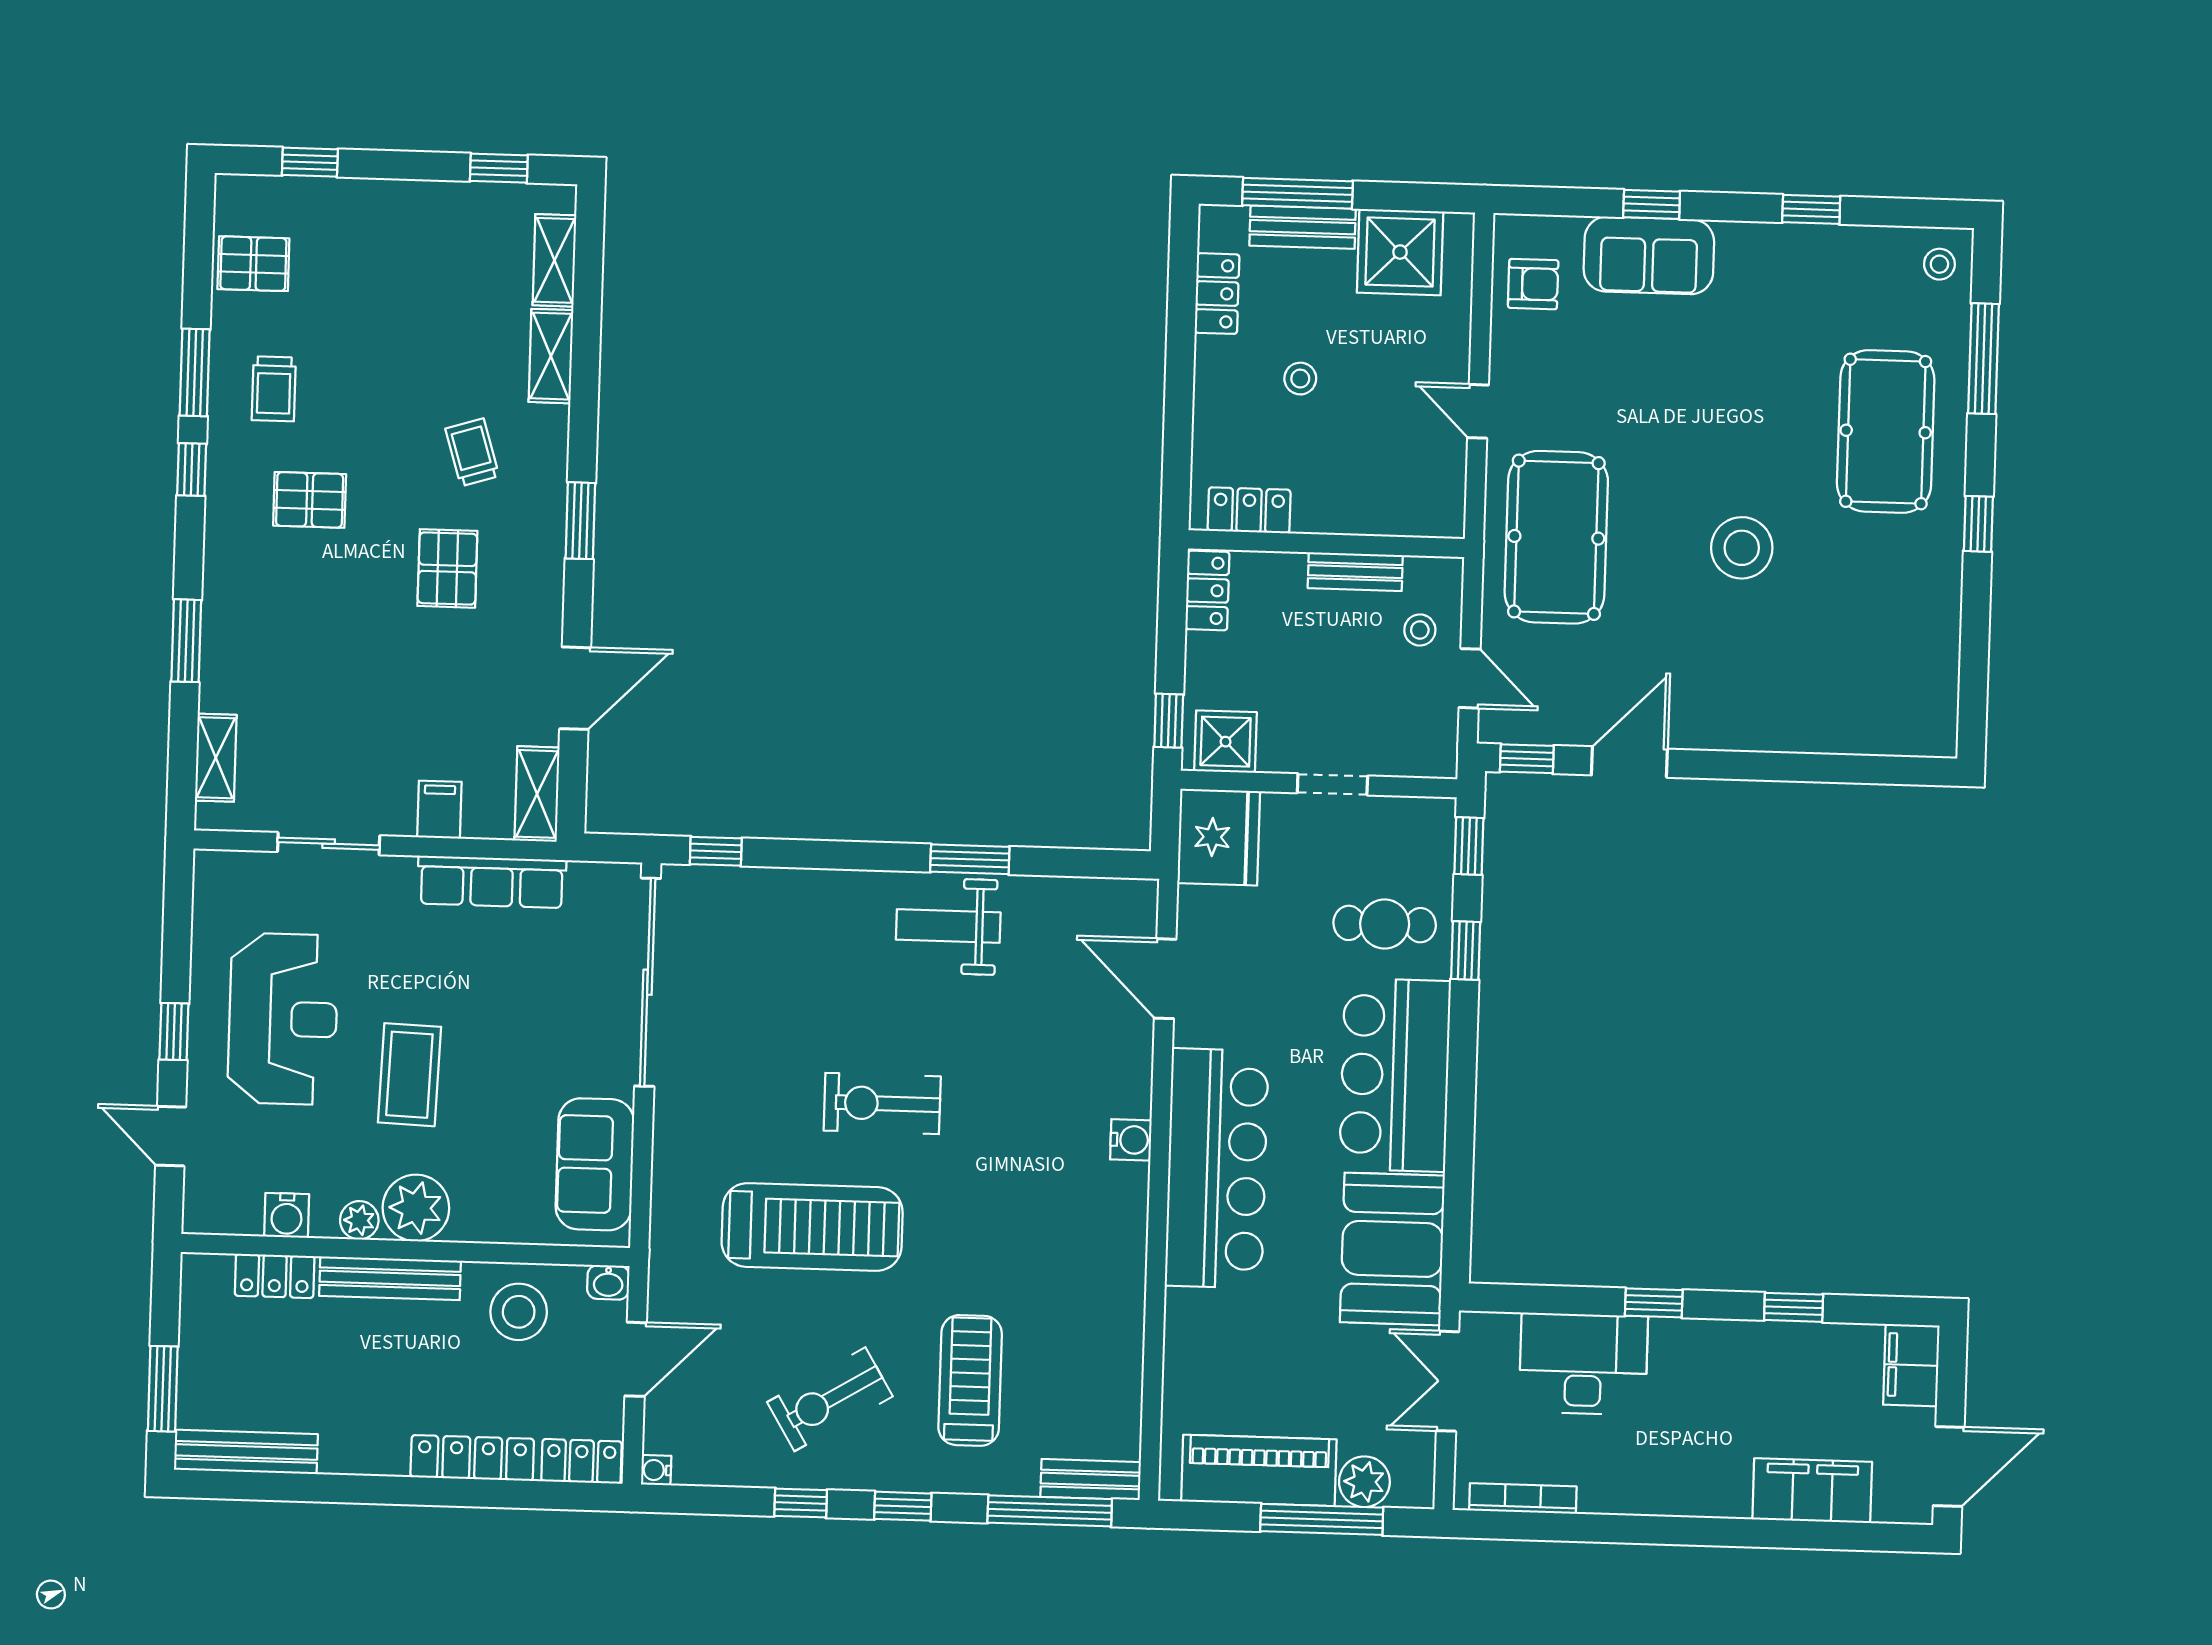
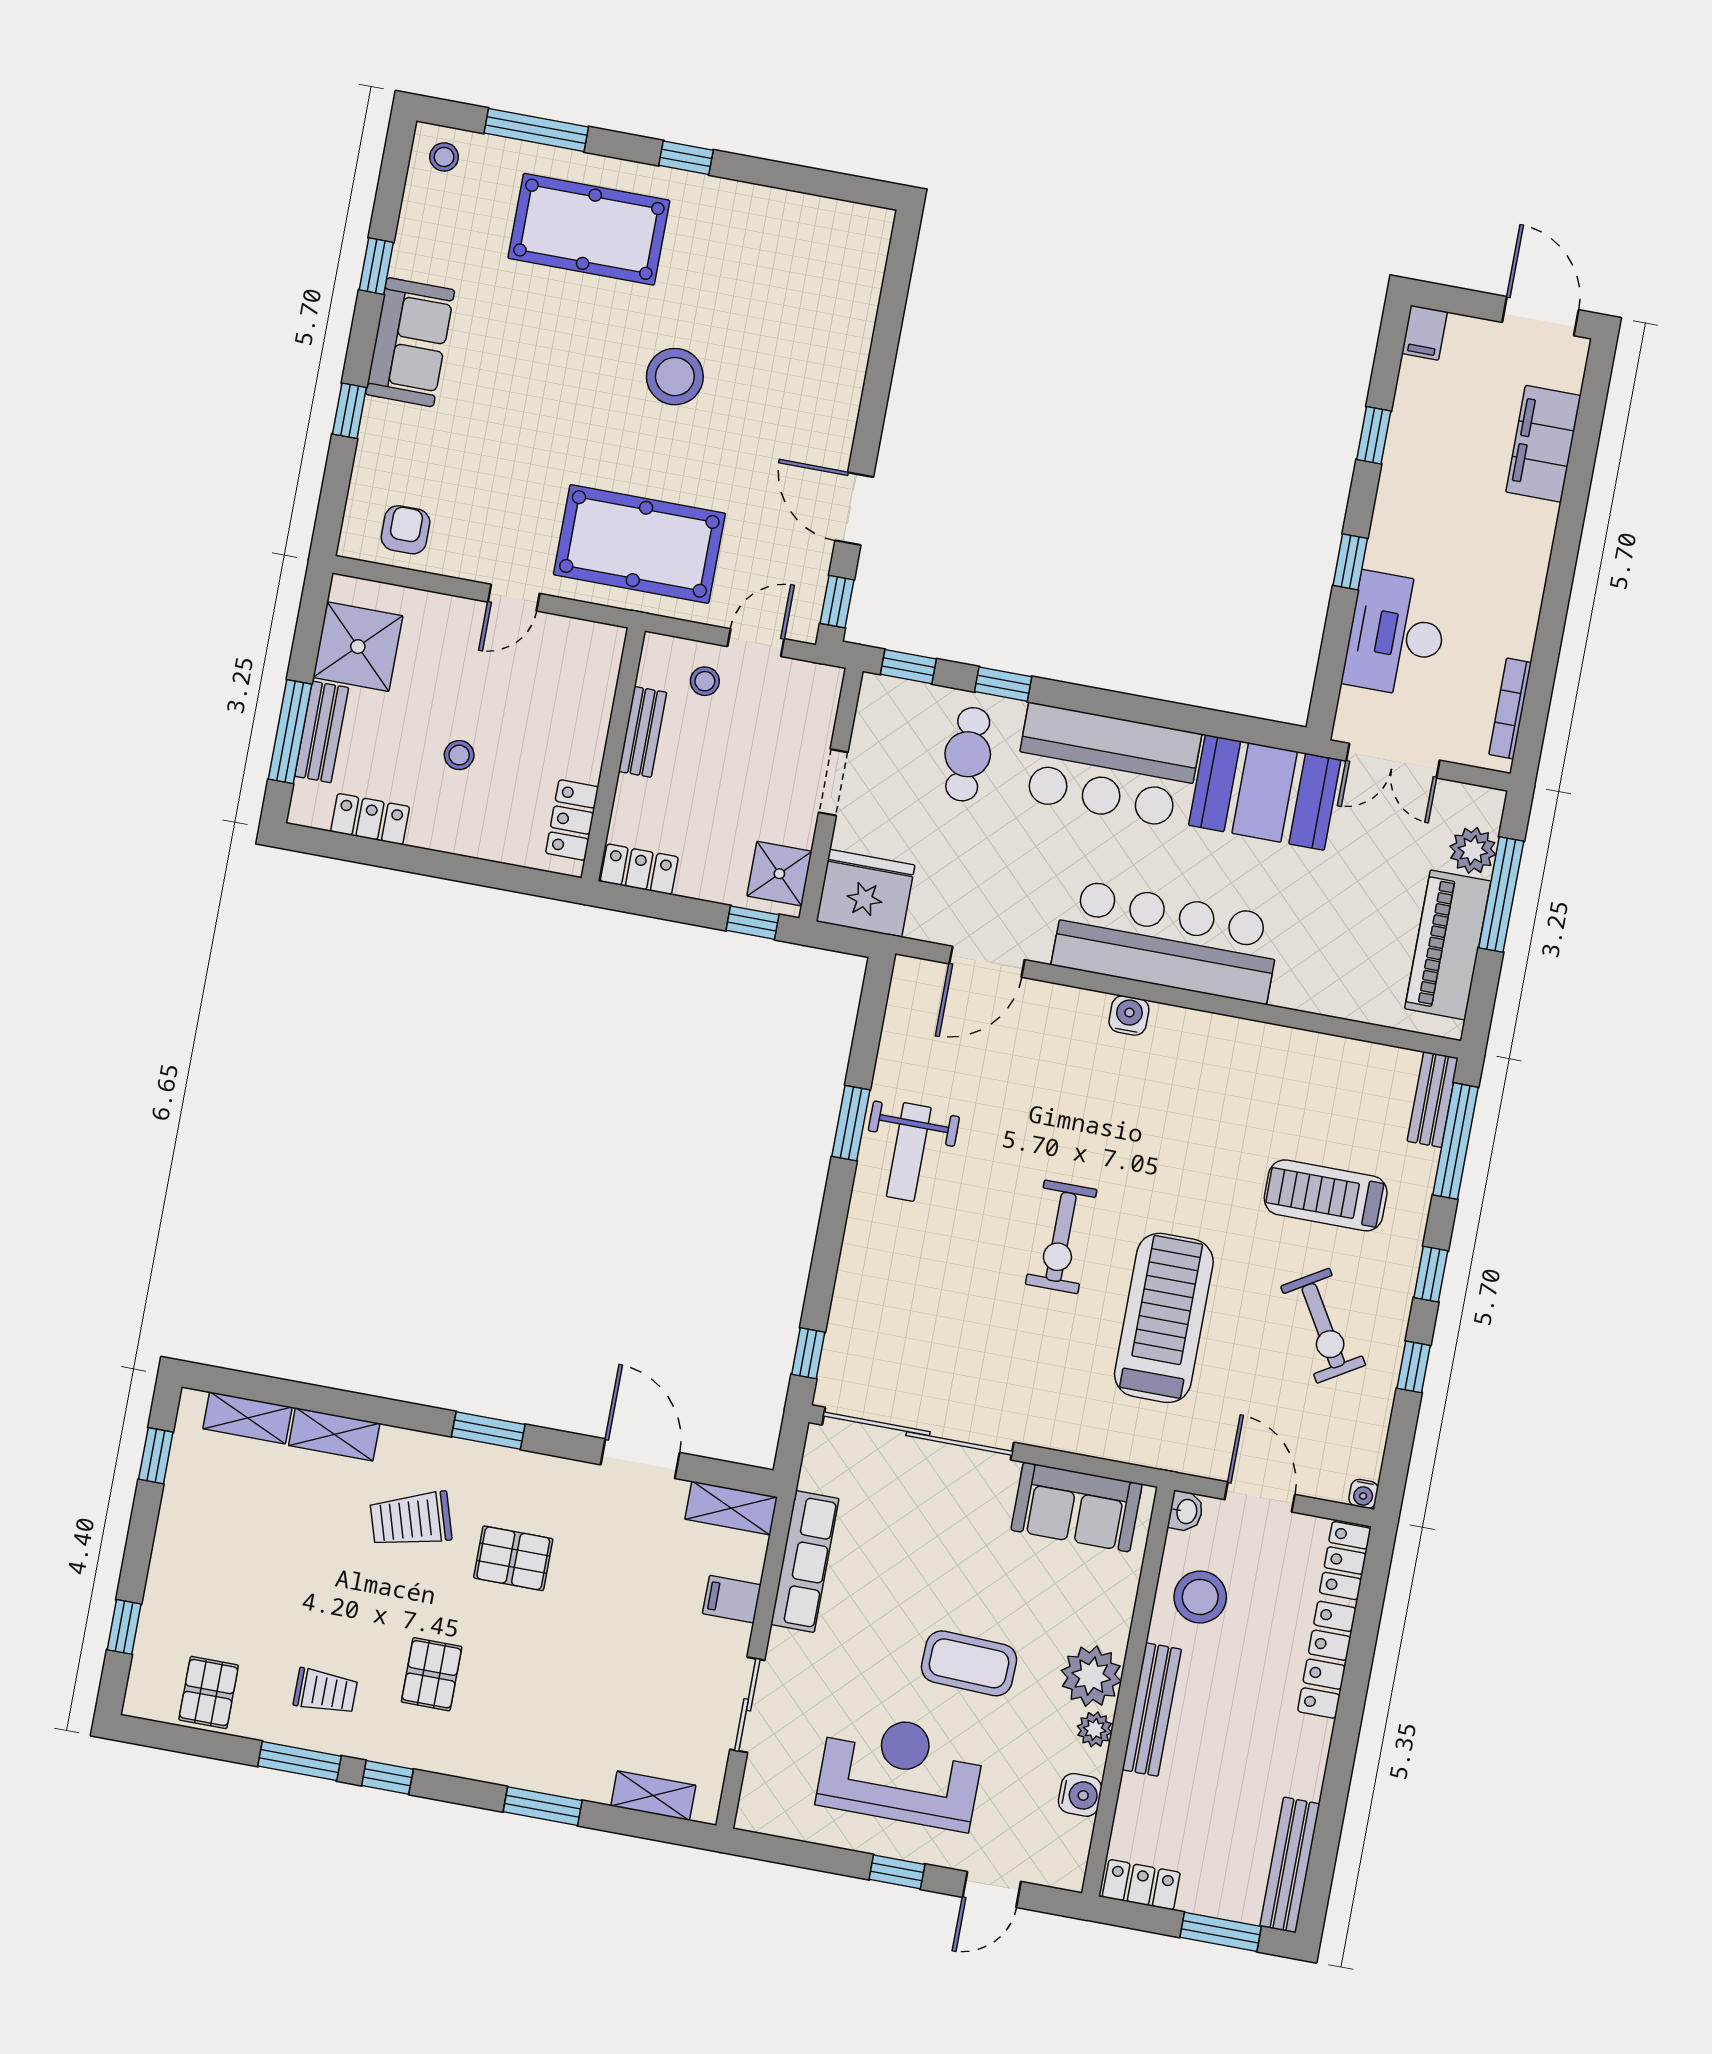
sofa: (1649, 255) -> (410, 342), moved
trolley: (472, 452) -> (411, 1519), width x1.36, depth x1.39
locker: (275, 1276) -> (1141, 1885), moved, turned -90
filing cabinet: (1911, 1365) -> (1424, 333), width x0.50

